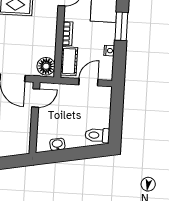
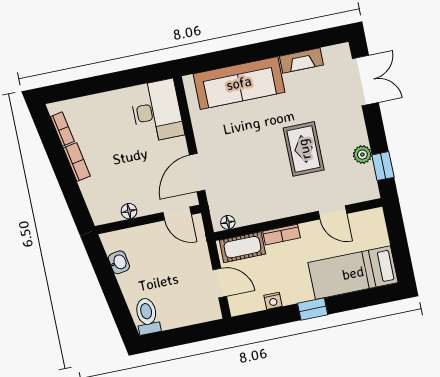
window: (121, 26) -> (313, 309), width x0.67
floor lamp: (46, 66) -> (228, 222), width x0.53, depth x0.53
floor lamp: (26, 129) -> (129, 211), added

